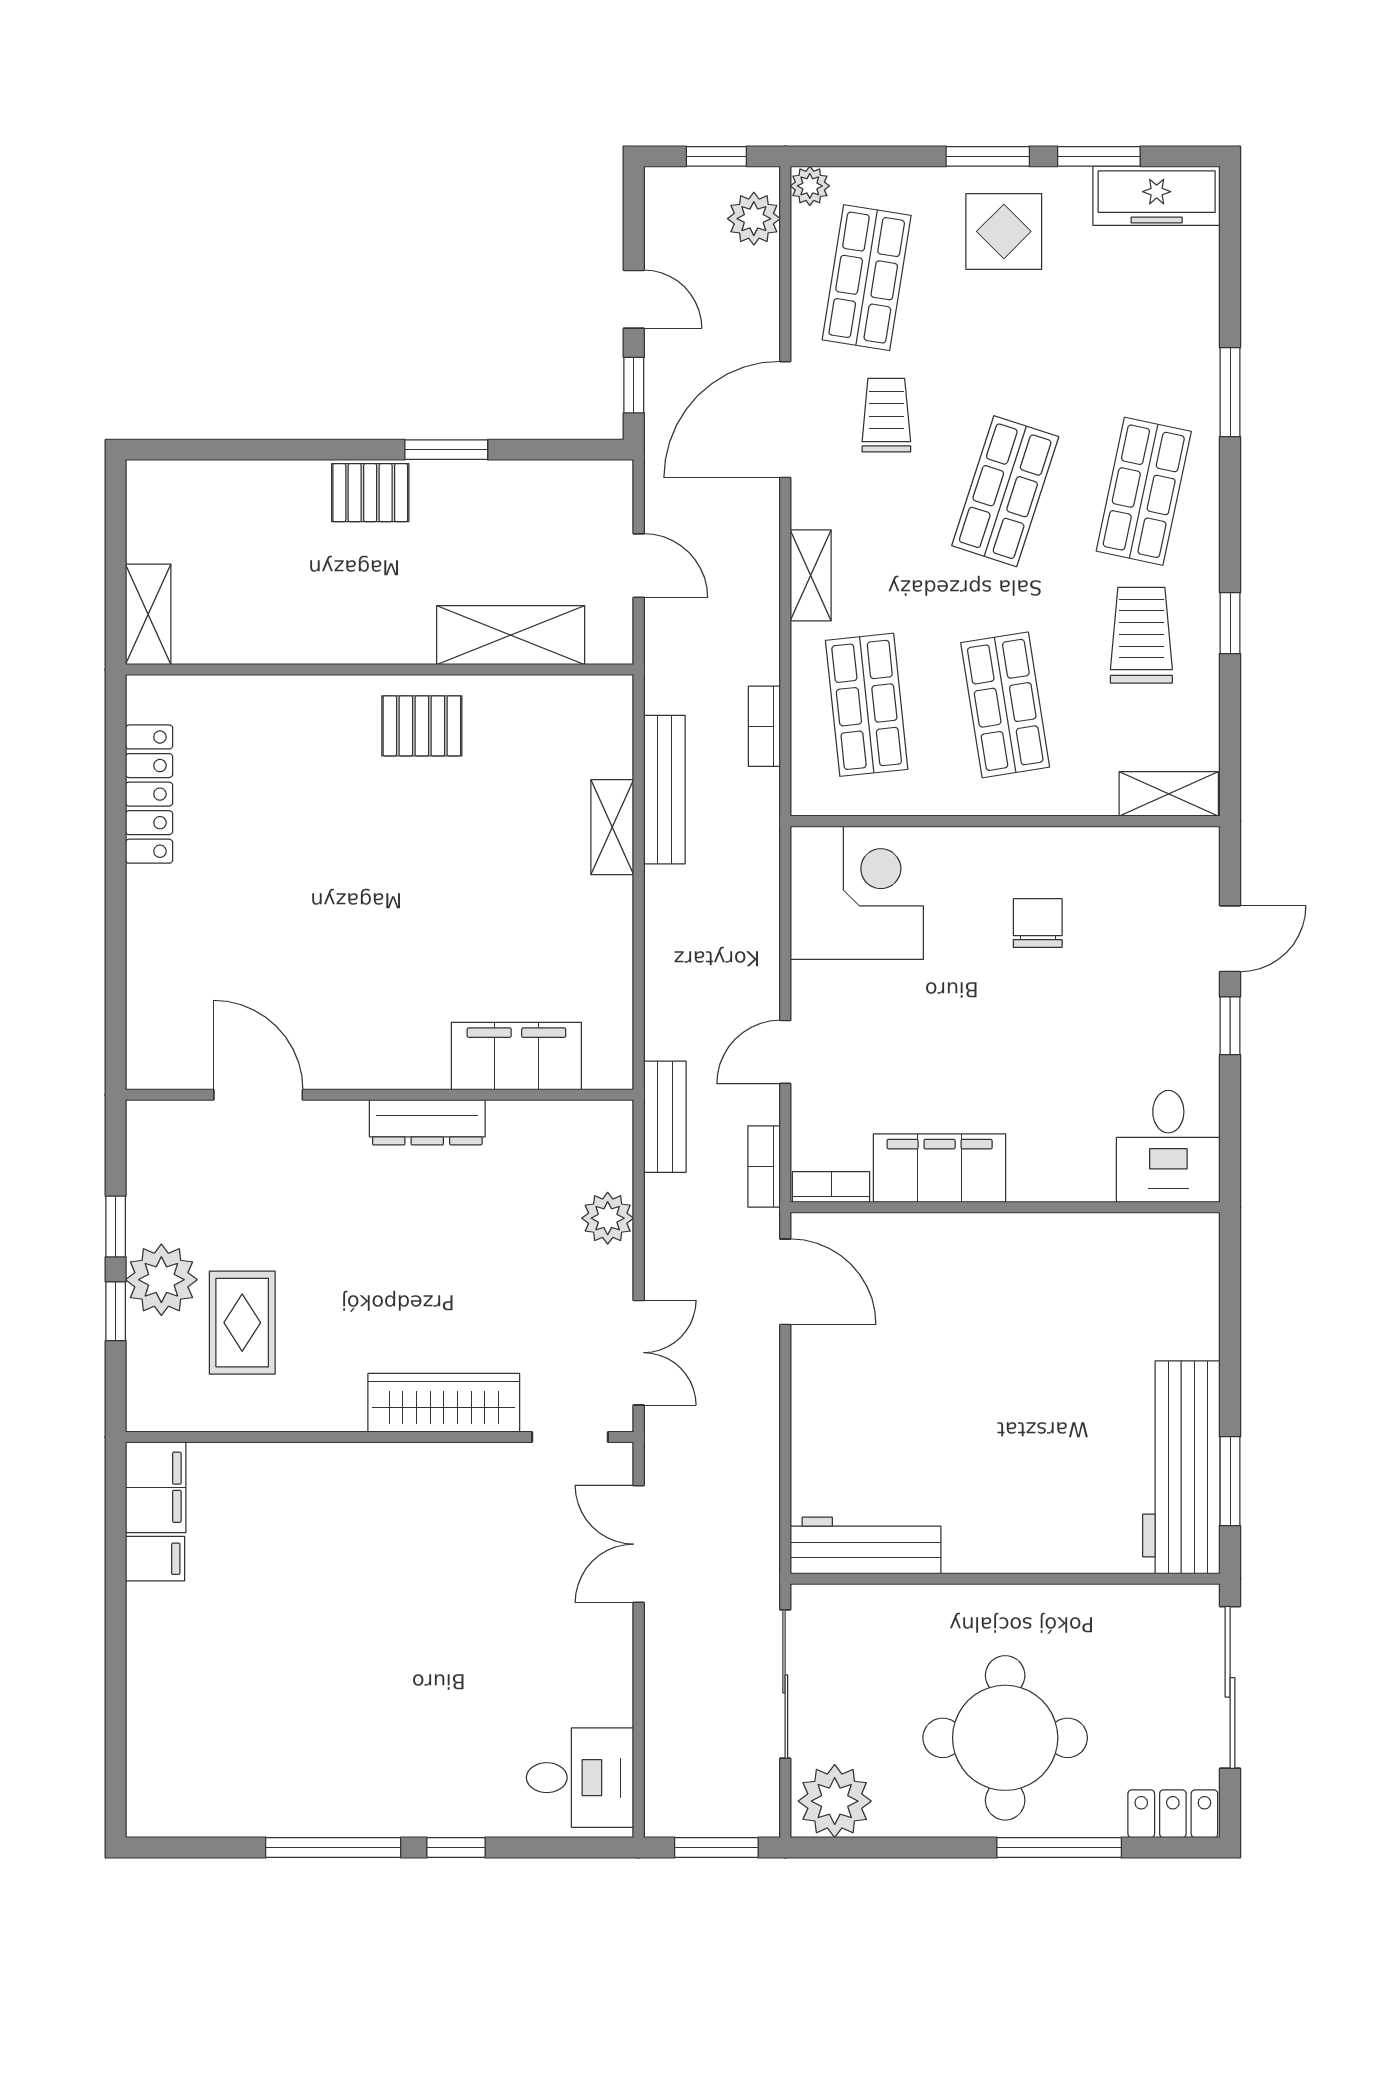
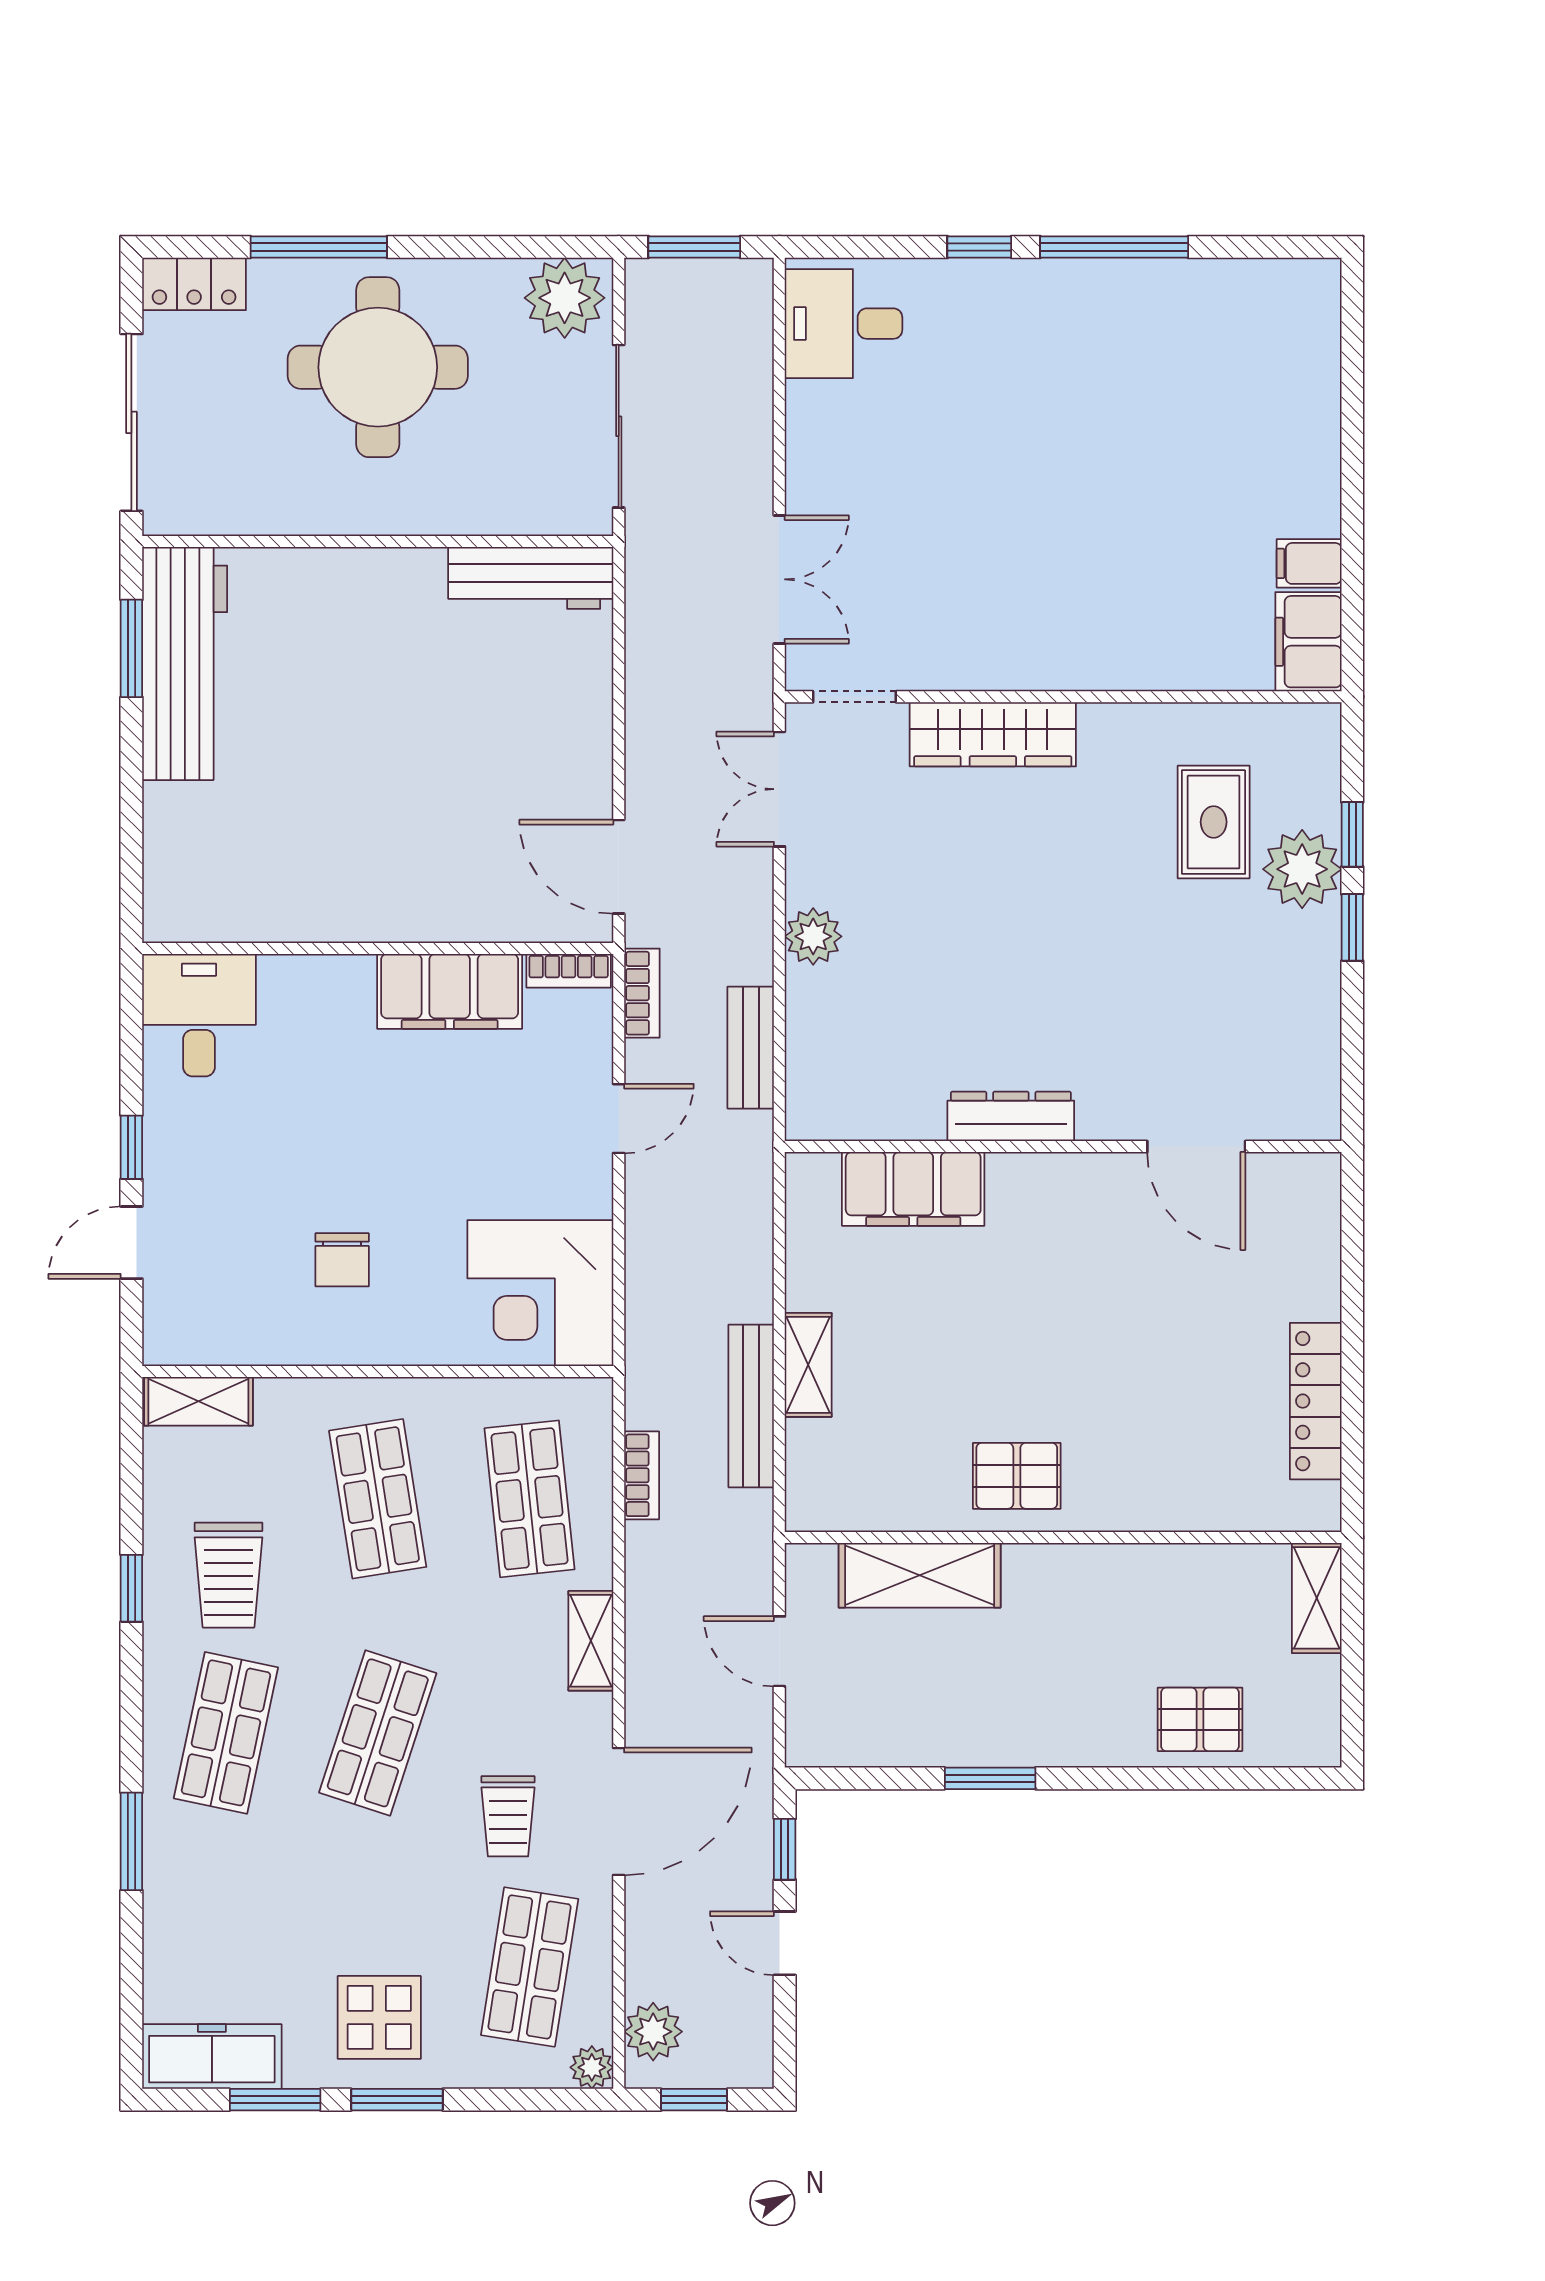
pallet: (370, 493) -> (1200, 1719), moved
filing cabinet: (516, 1056) -> (913, 1189), moved
door: (258, 1095) -> (1196, 1147), moved
wall: (380, 1095) -> (1063, 1147), moved
dresser: (427, 1122) -> (1011, 1116), moved

